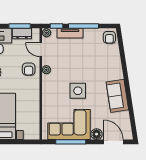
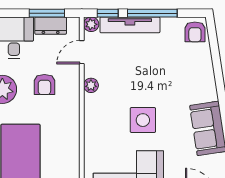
tv unit: (70, 33) -> (130, 25), width x1.41
door: (41, 50) -> (82, 52), hinge flipped
armchair: (29, 69) -> (44, 85), moved

